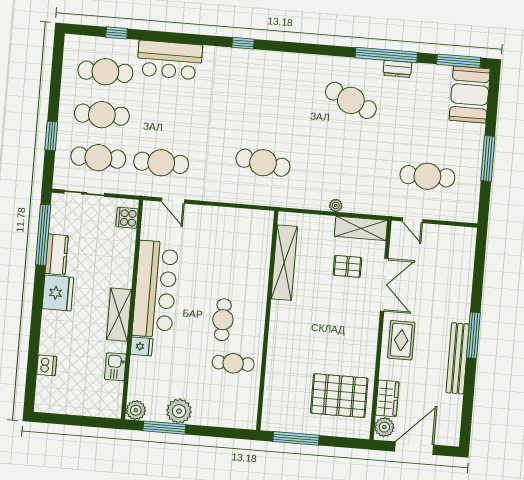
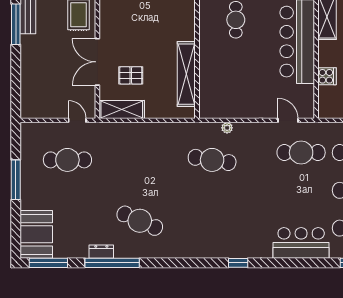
plant: (336, 205) -> (227, 128), moved
cooker: (127, 218) -> (327, 76), moved

